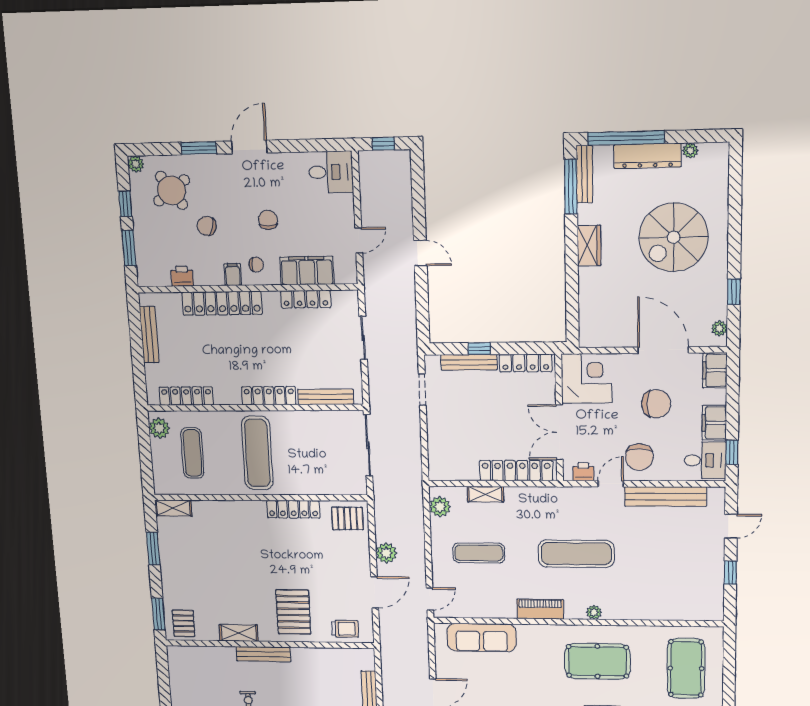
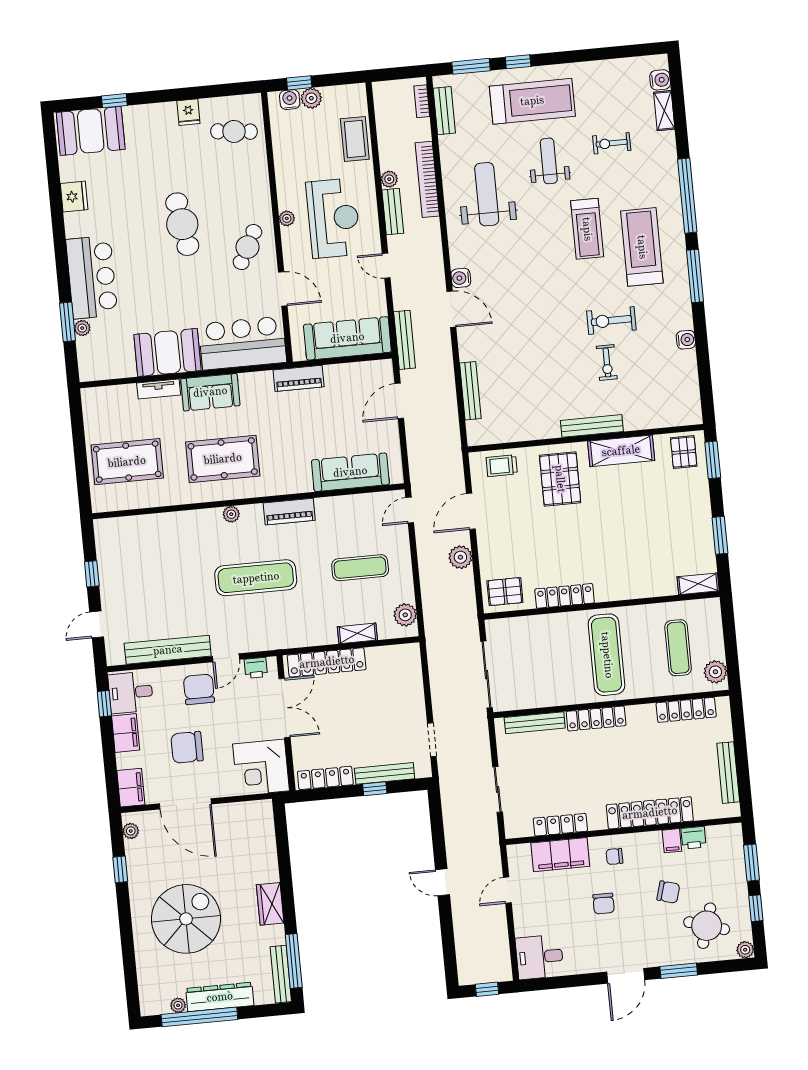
window: (626, 138) -> (199, 1017), moved
round table: (172, 190) -> (707, 926), turned -37
filing cabinet: (233, 275) -> (672, 841), moved
shelving: (239, 633) -> (621, 451), width x1.50, depth x1.33
pool table: (686, 668) -> (127, 462), turned 90

